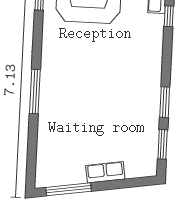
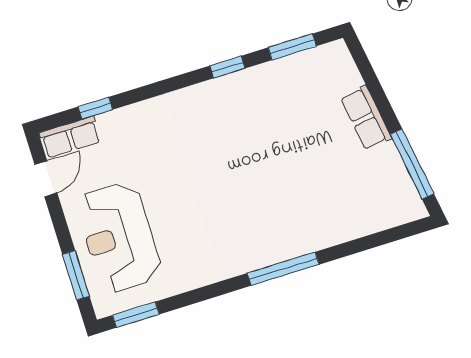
window: (165, 102) -> (227, 67), width x0.67

